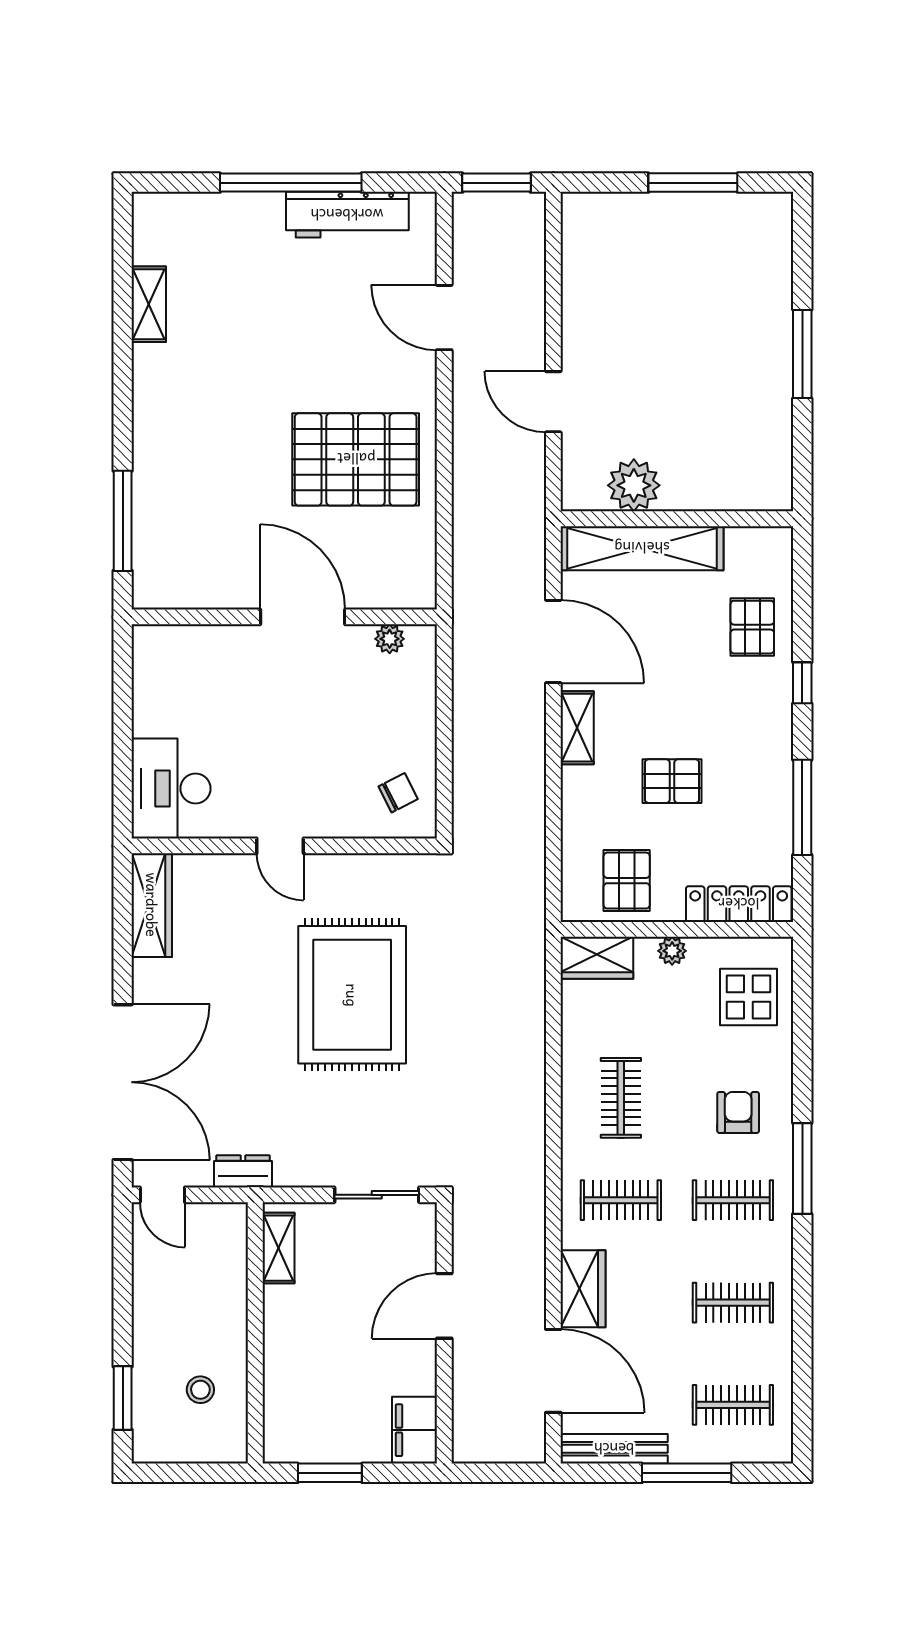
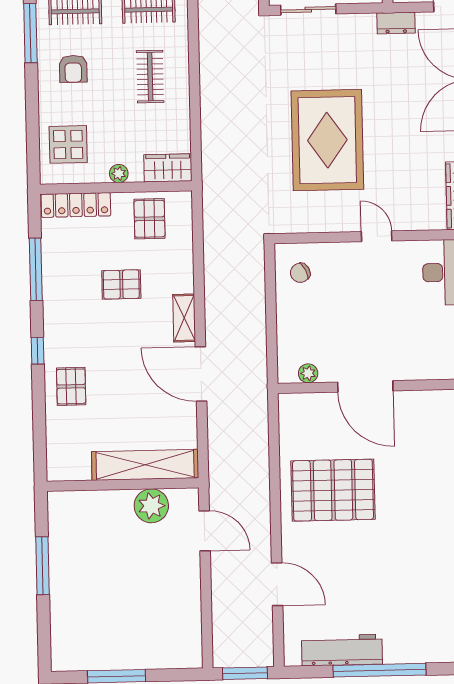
plant: (634, 485) -> (151, 506), moved
wall: (677, 519) -> (123, 485), moved
shelving: (642, 548) -> (145, 465), moved

